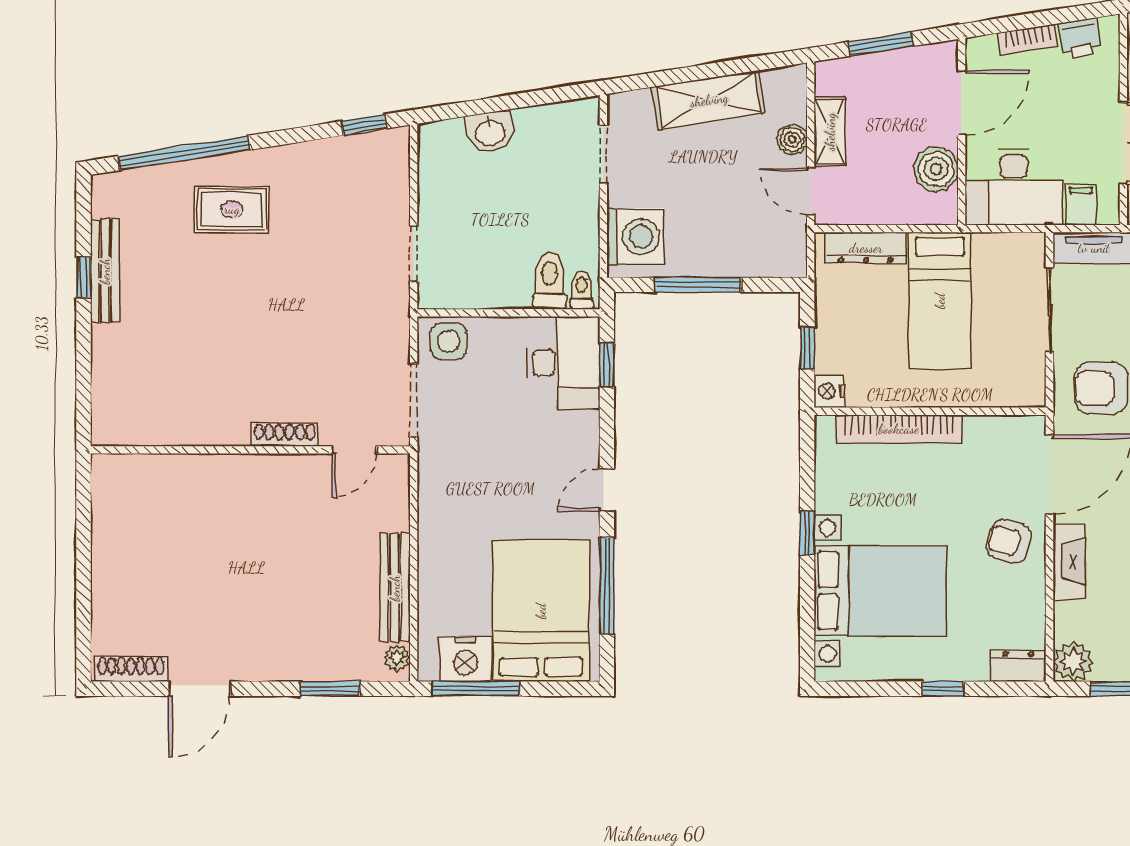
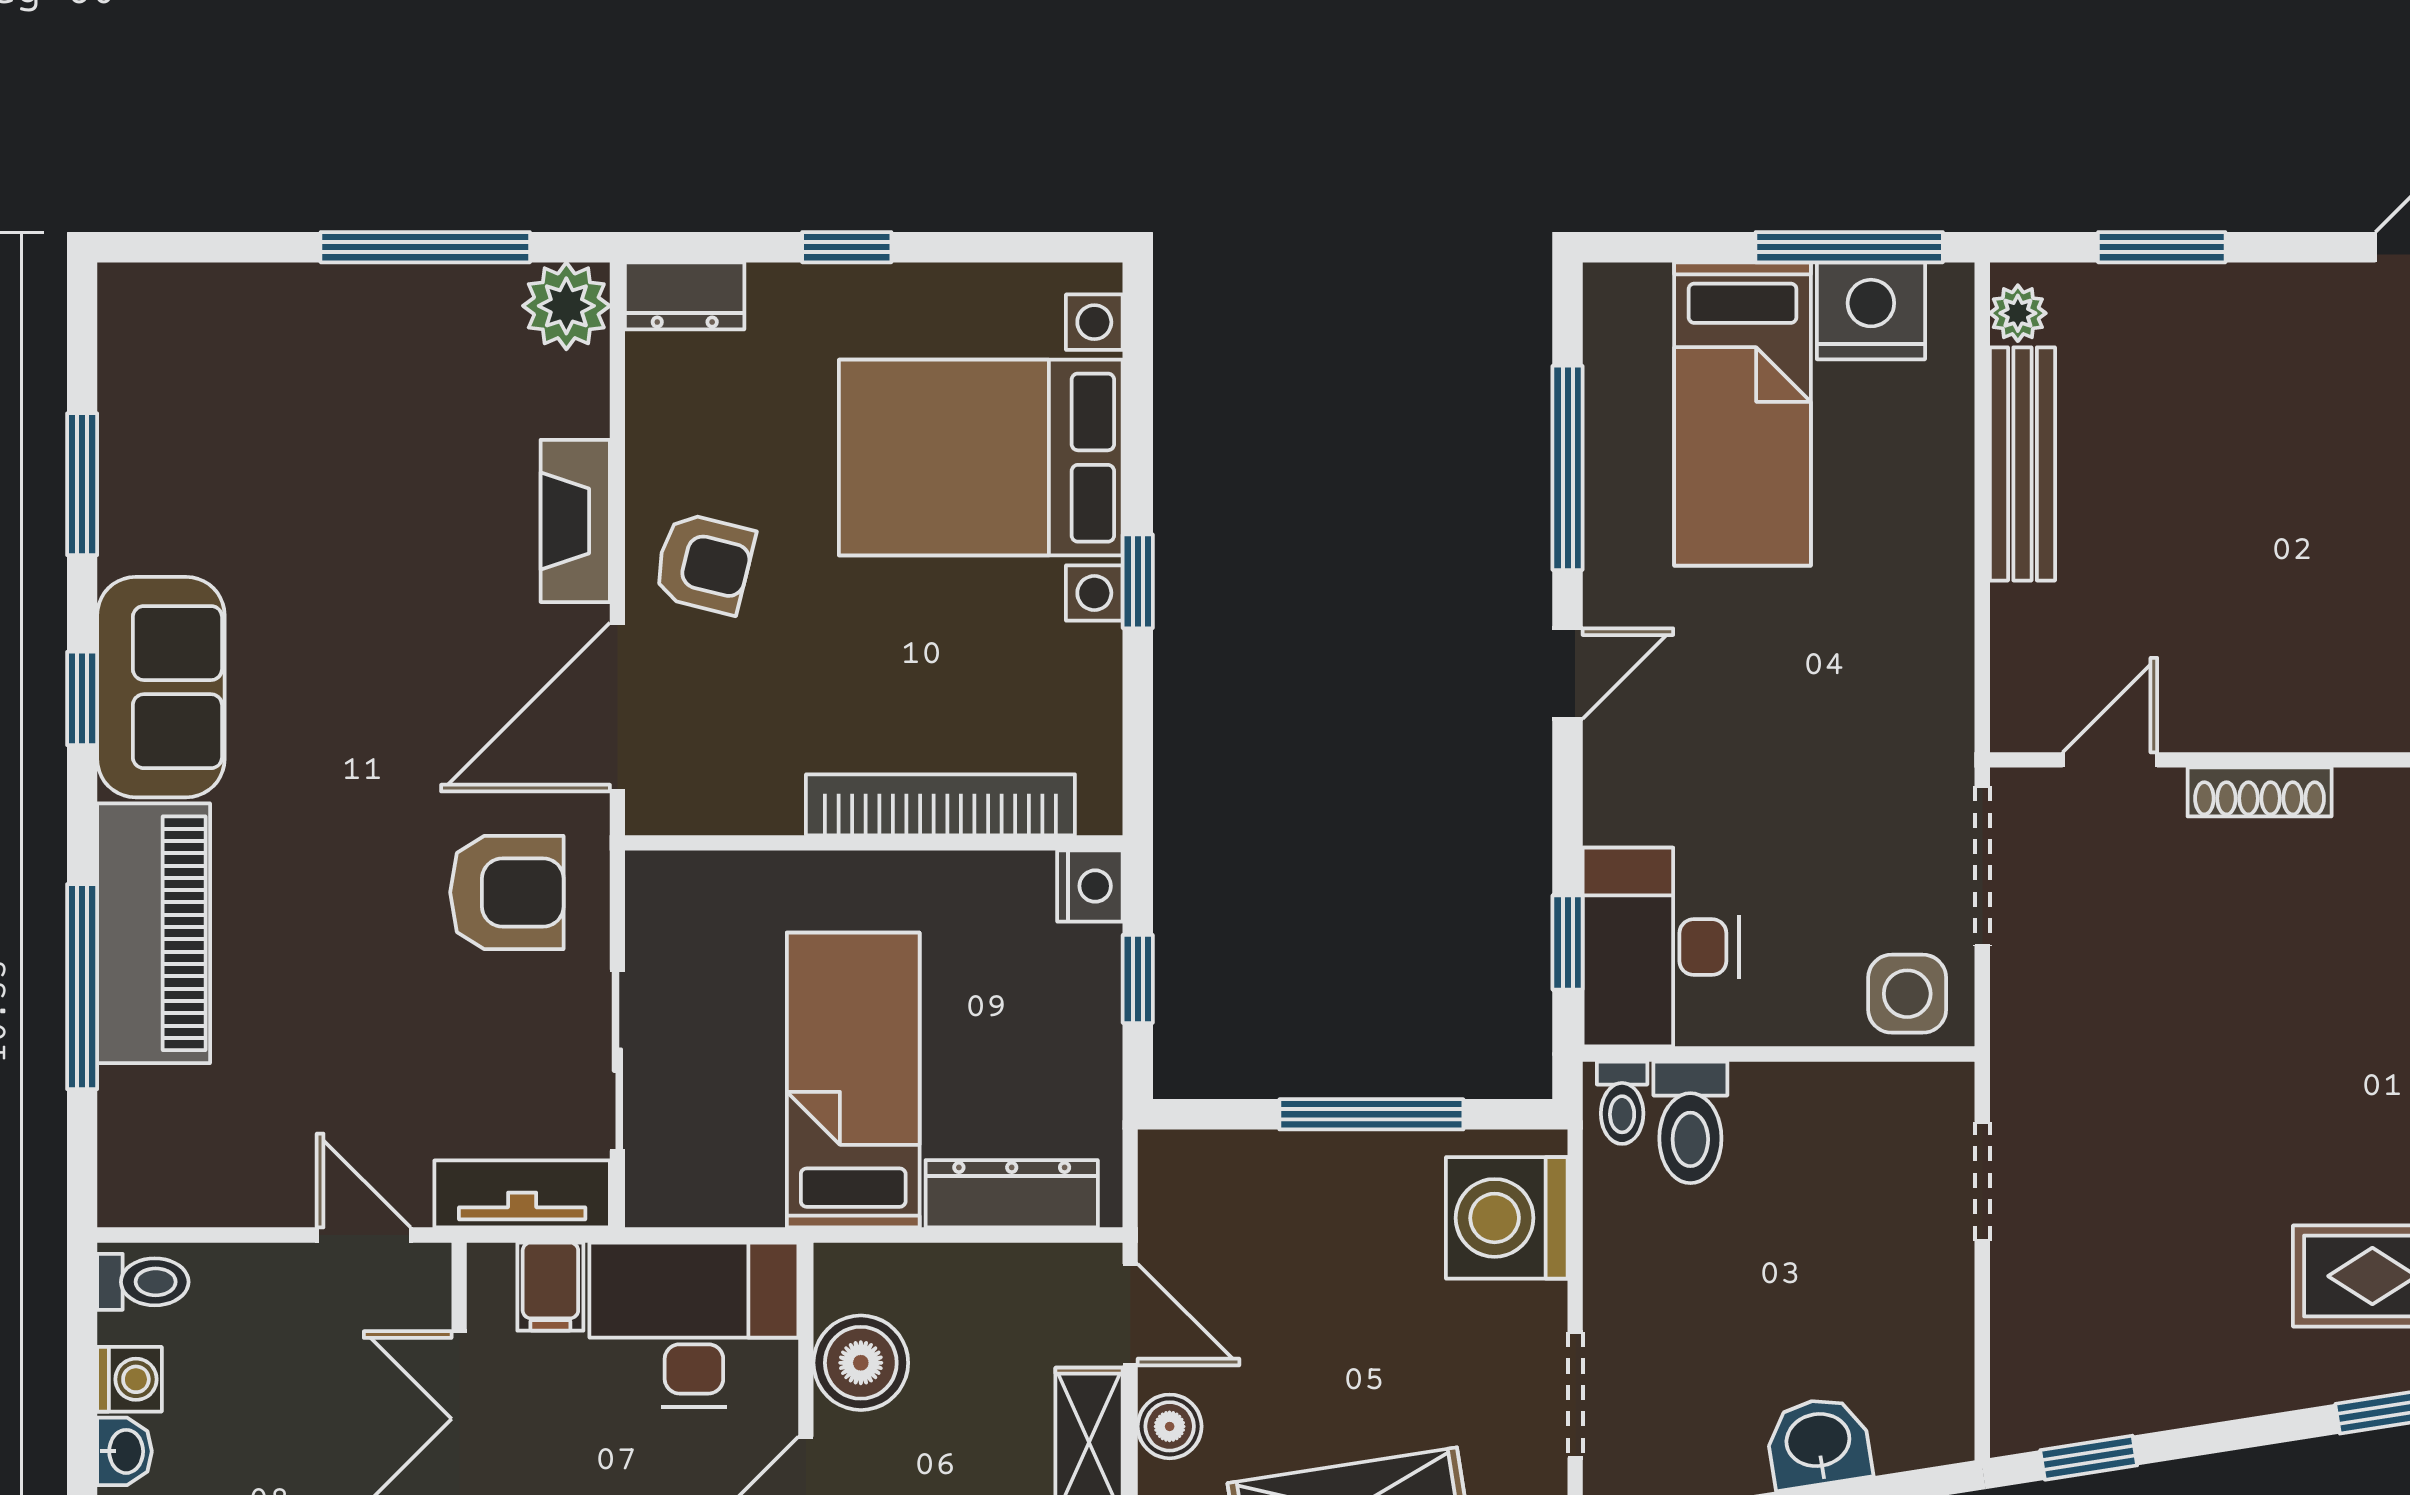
bed: (541, 611) -> (1743, 414), width x0.67

